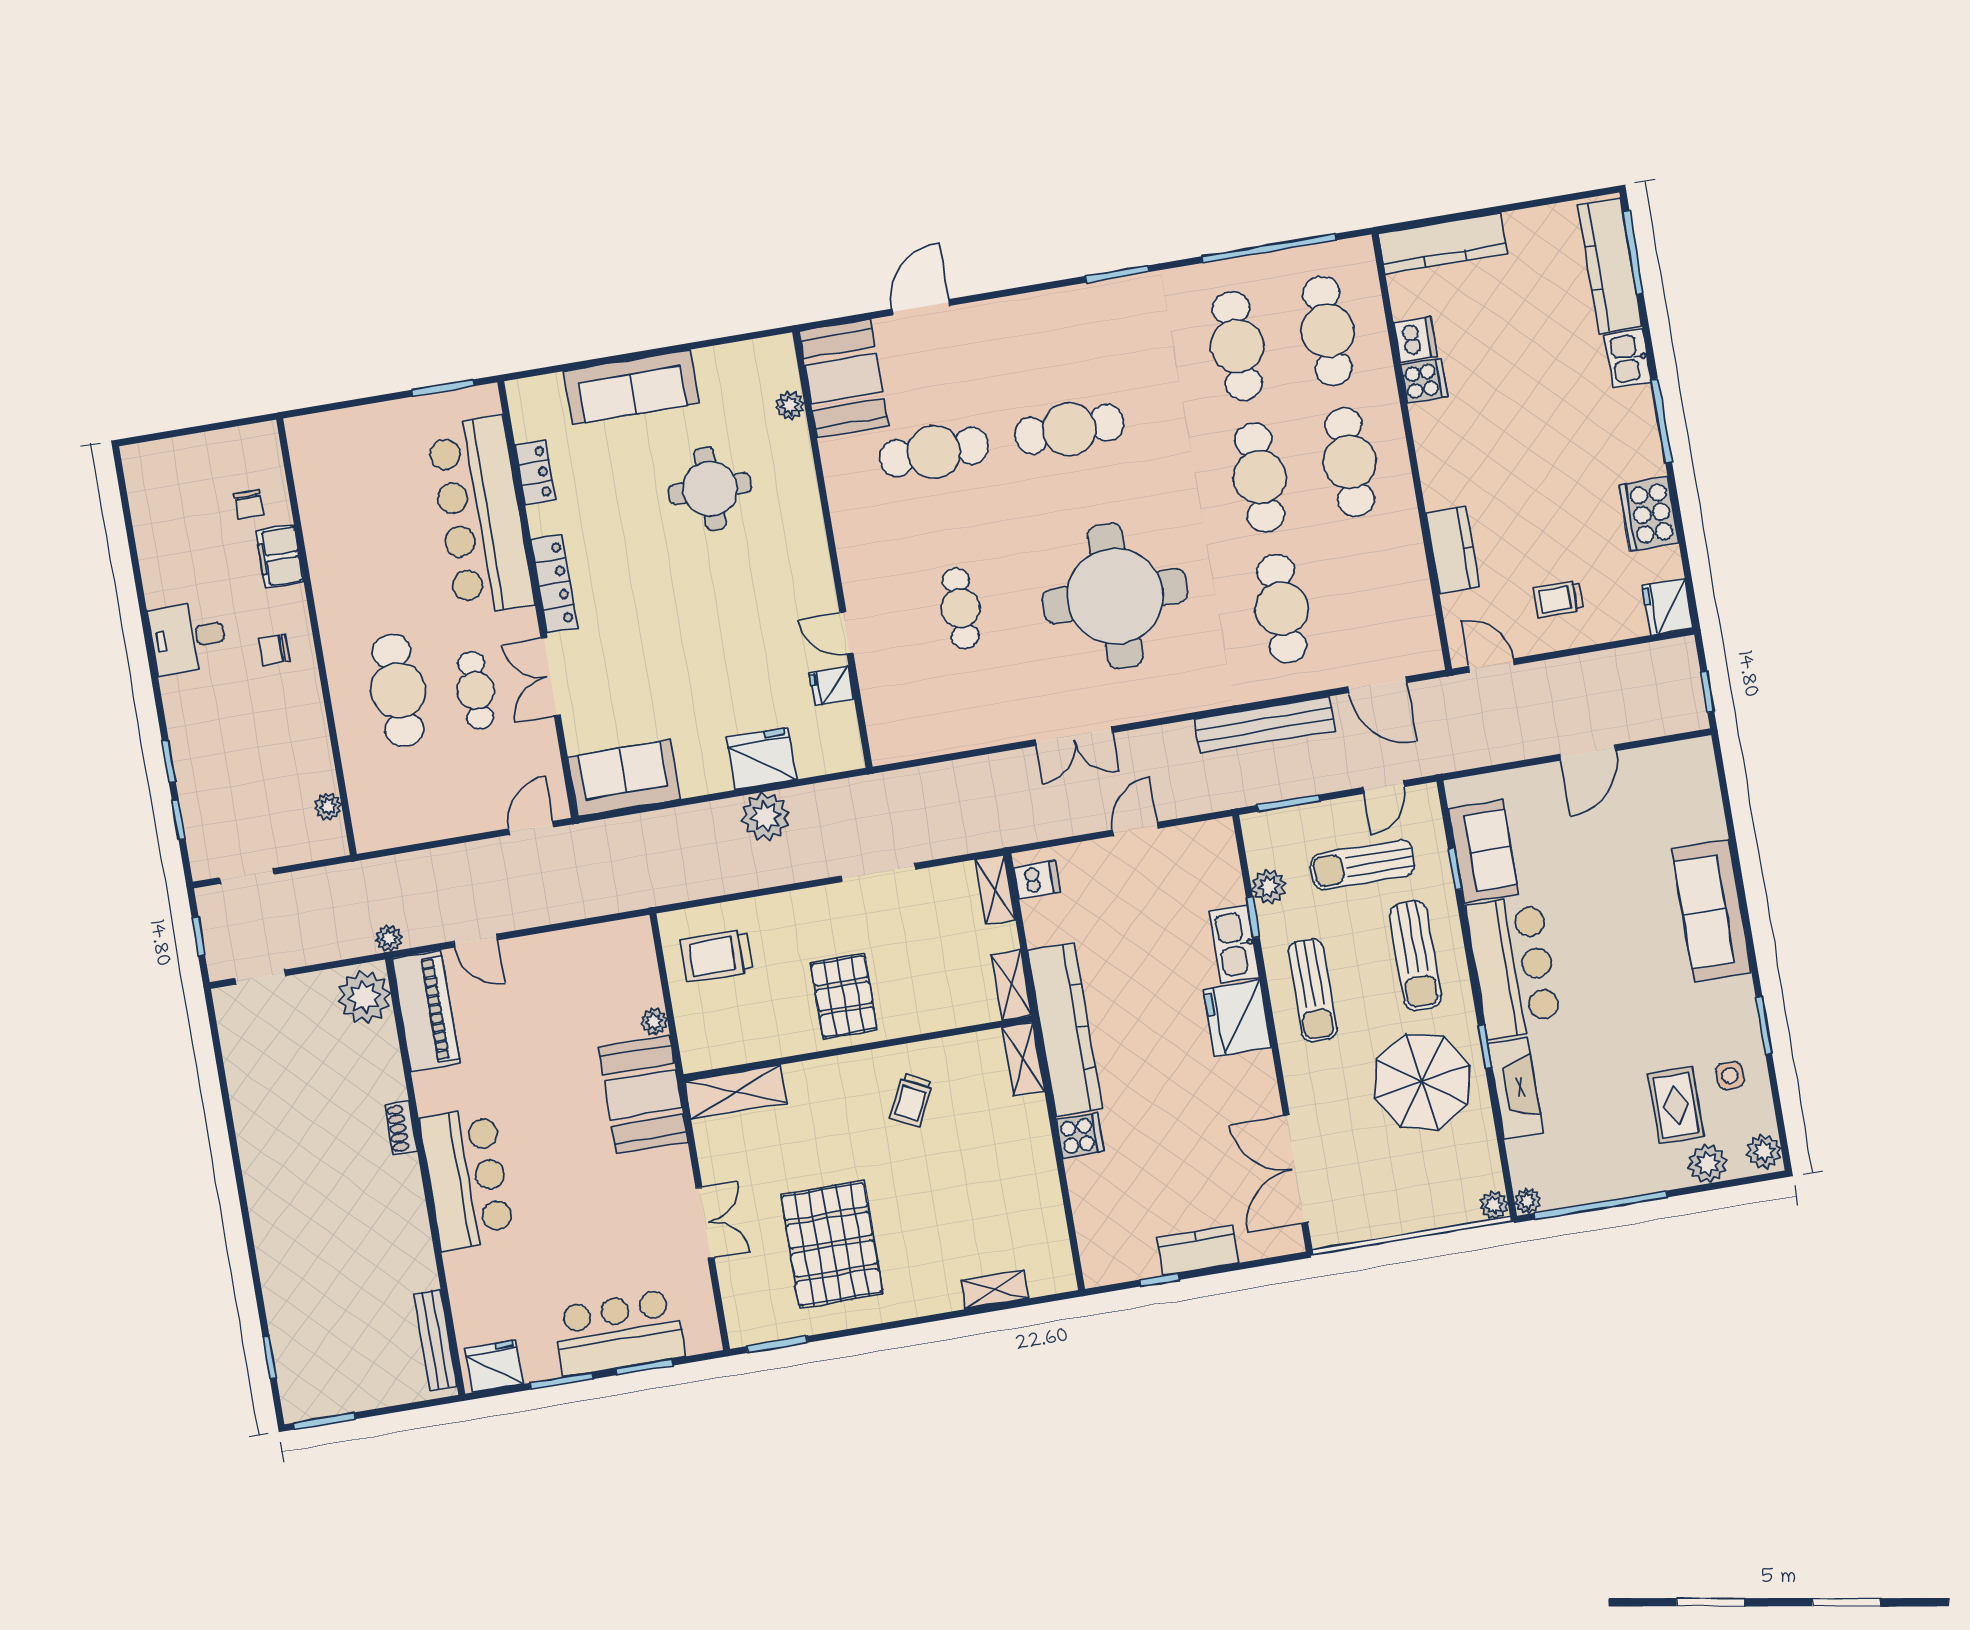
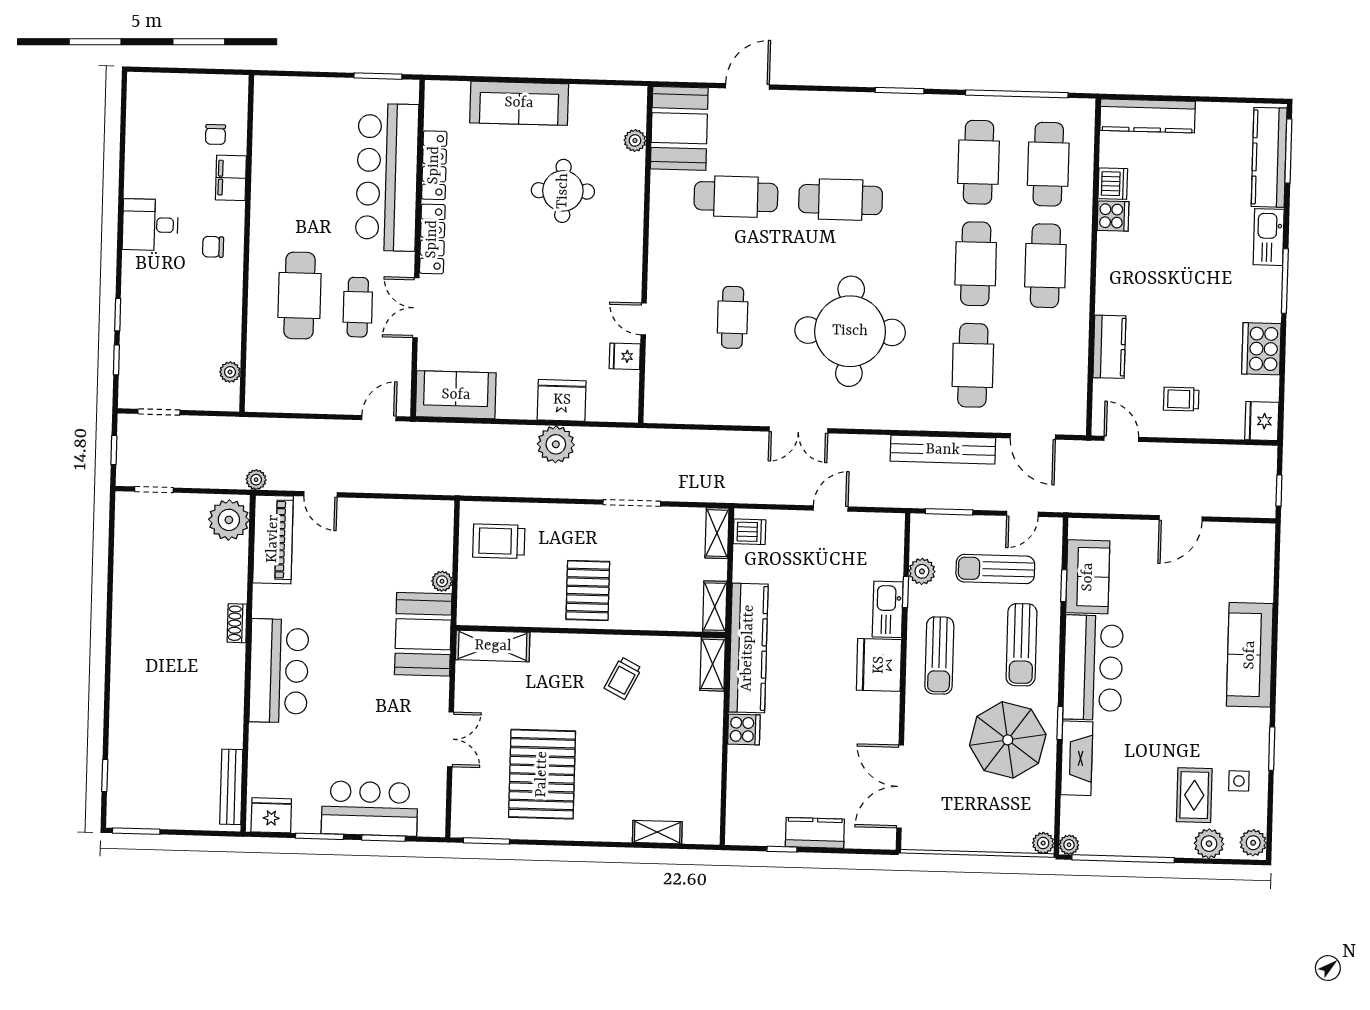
kitchen sink: (1628, 358) -> (1269, 237), width x1.38
locker: (535, 473) -> (434, 165), width x1.53

